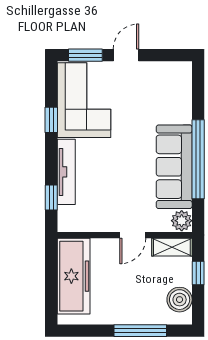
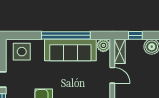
side table: (171, 87) -> (22, 52), added

